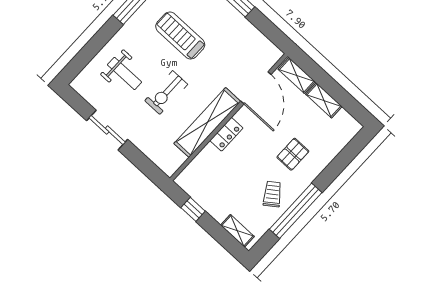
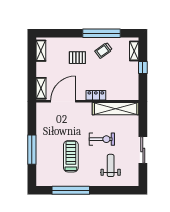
treadmill: (180, 36) -> (71, 156), turned 180
shelving: (324, 100) -> (41, 51), moved
shelving: (207, 122) -> (116, 109), moved
window: (193, 209) -> (143, 68), moved

